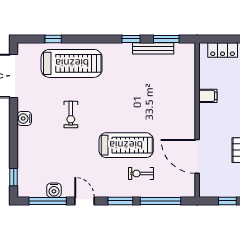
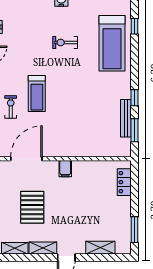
filing cabinet: (208, 96) -> (65, 169), moved
treadmill: (126, 145) -> (37, 93), width x0.73, depth x0.73

